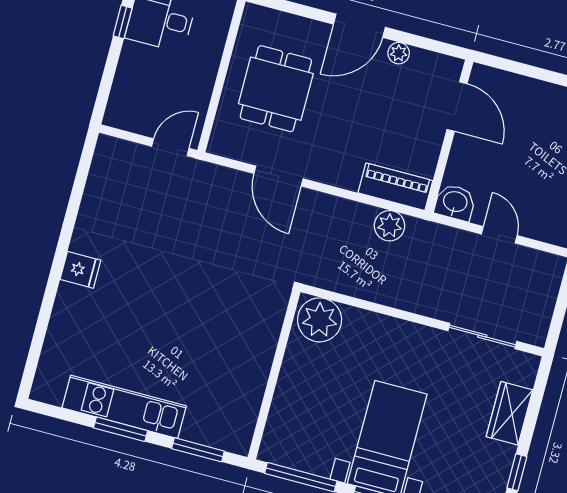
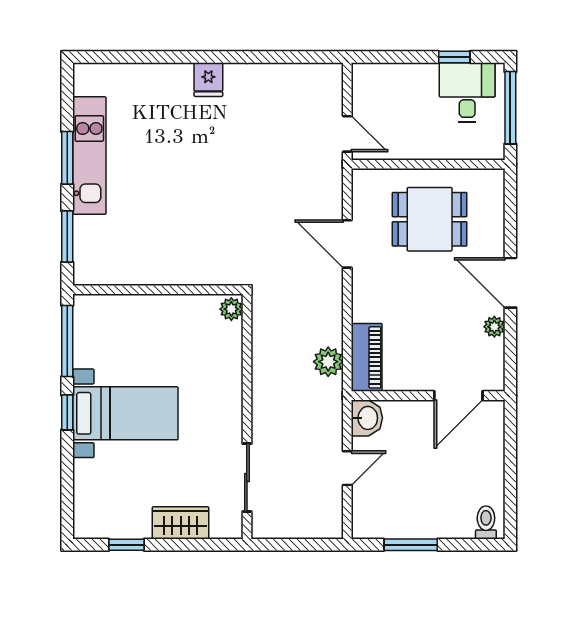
door: (279, 176) -> (347, 244), hinge flipped
plant: (320, 320) -> (231, 309), width x0.53, depth x0.53

